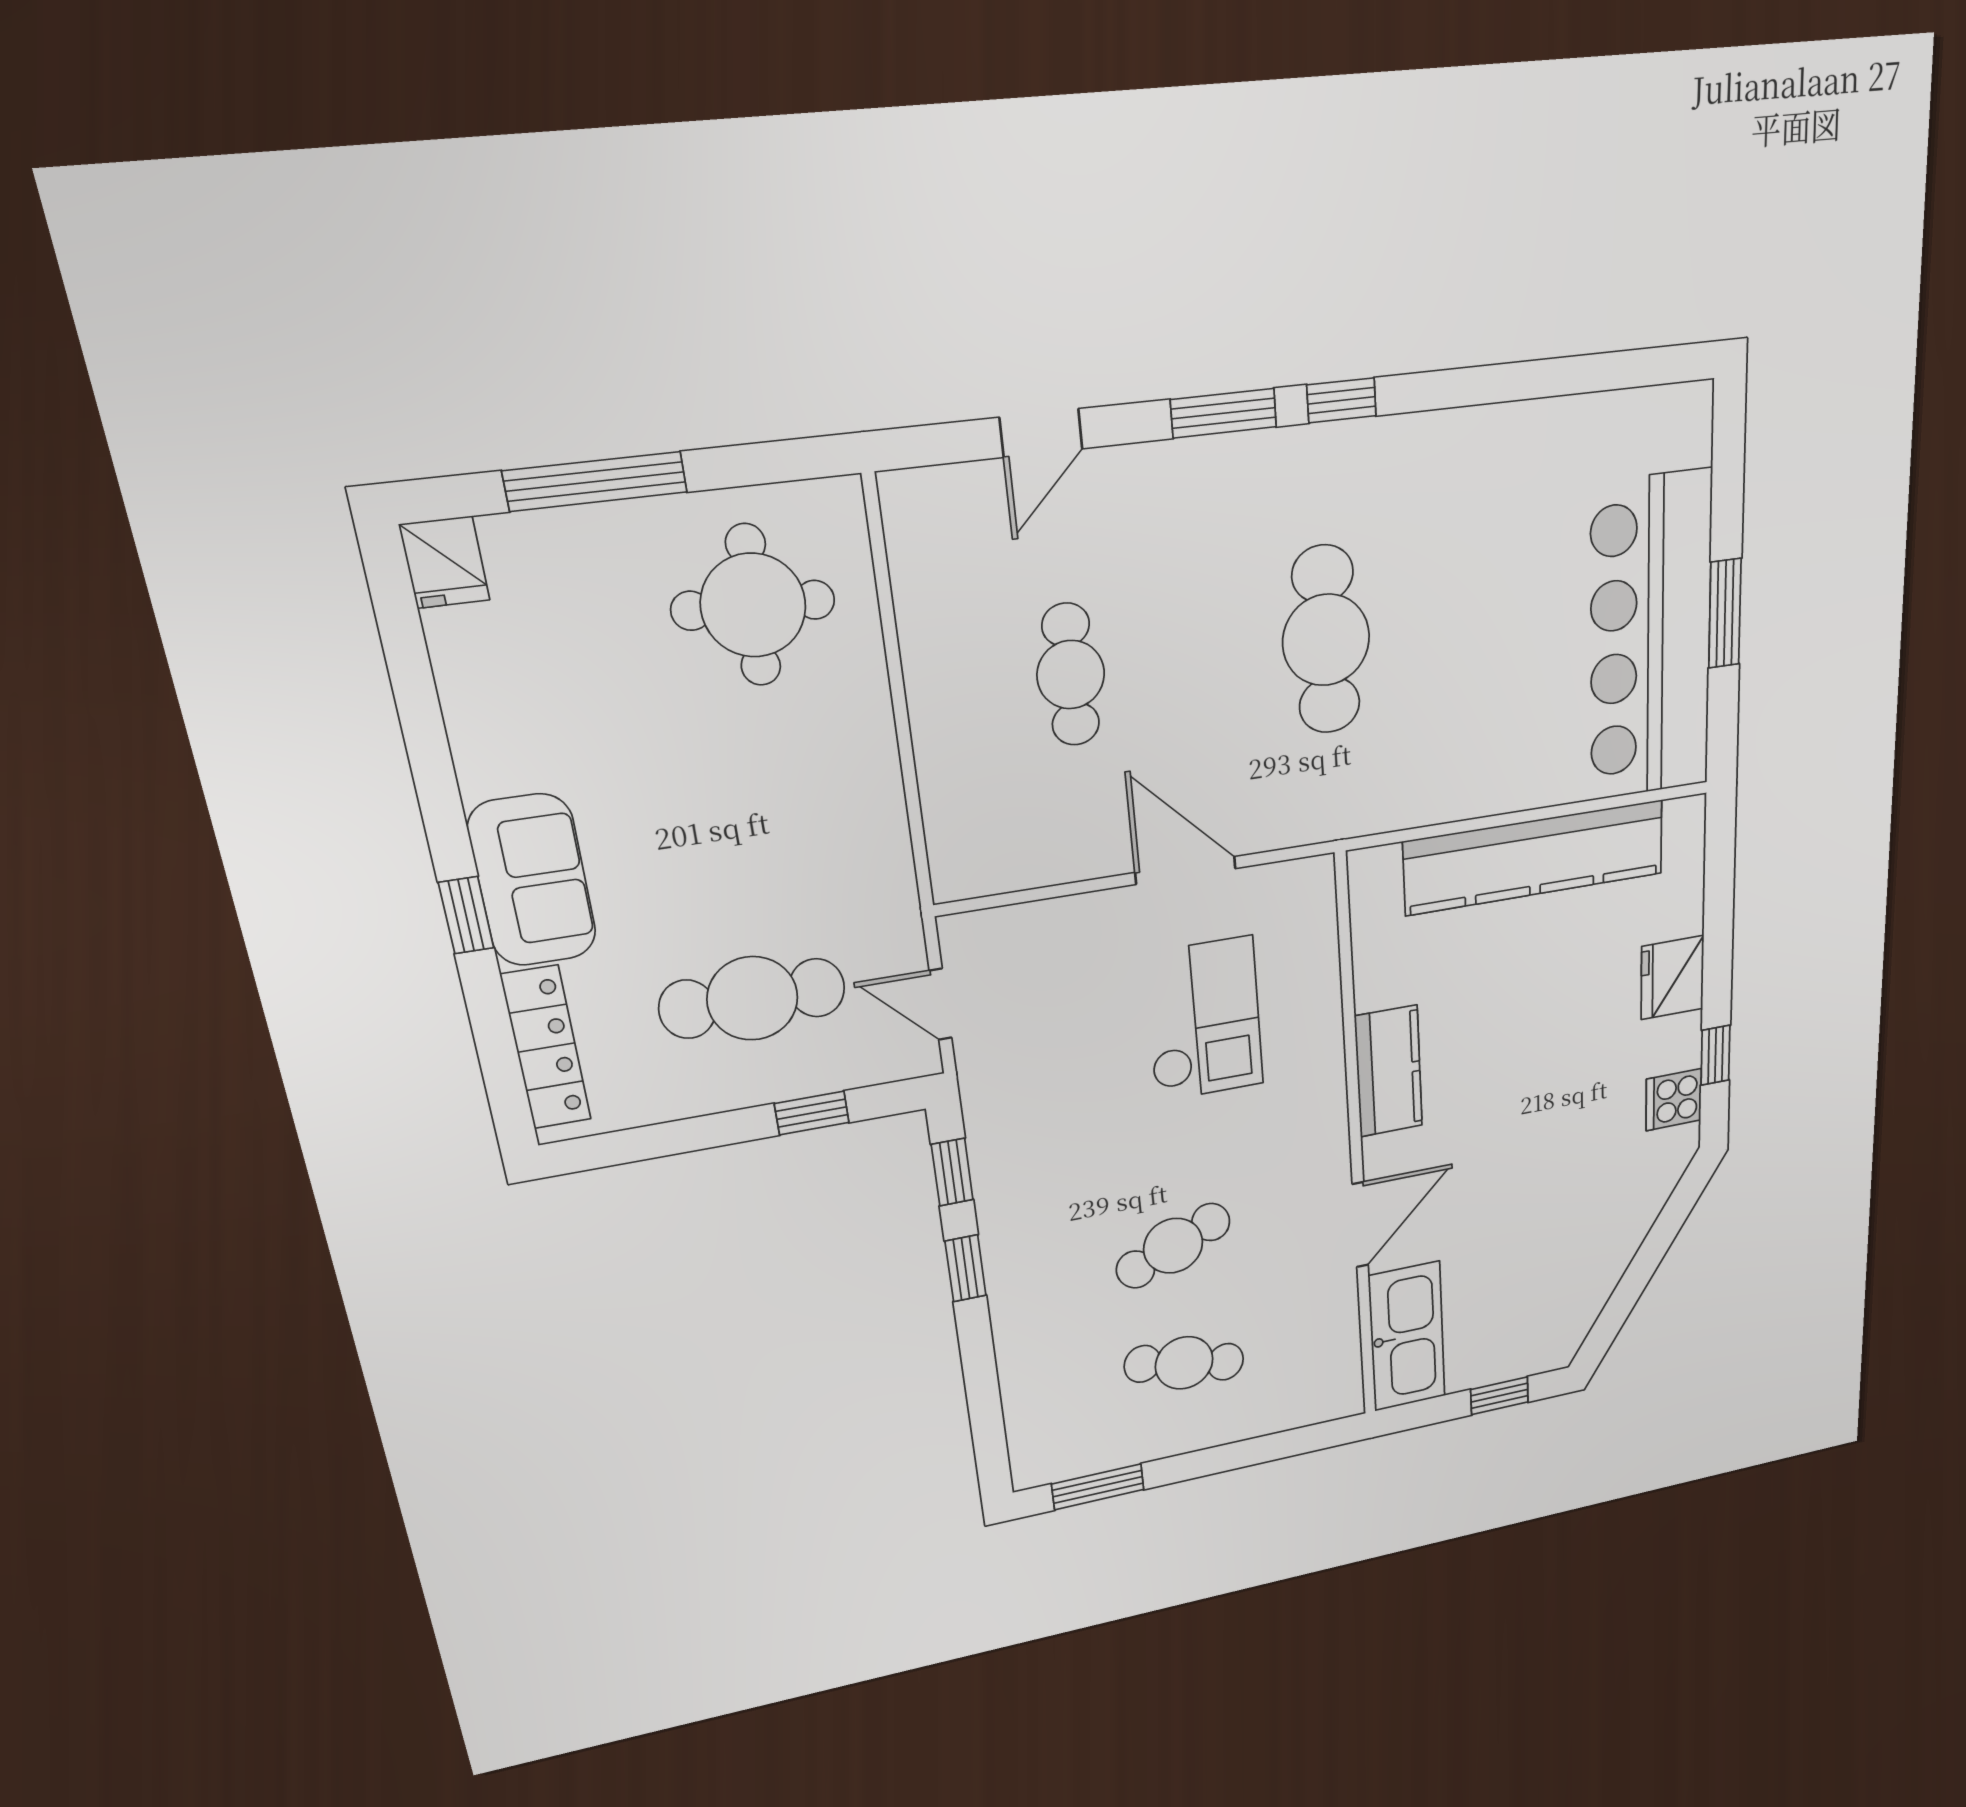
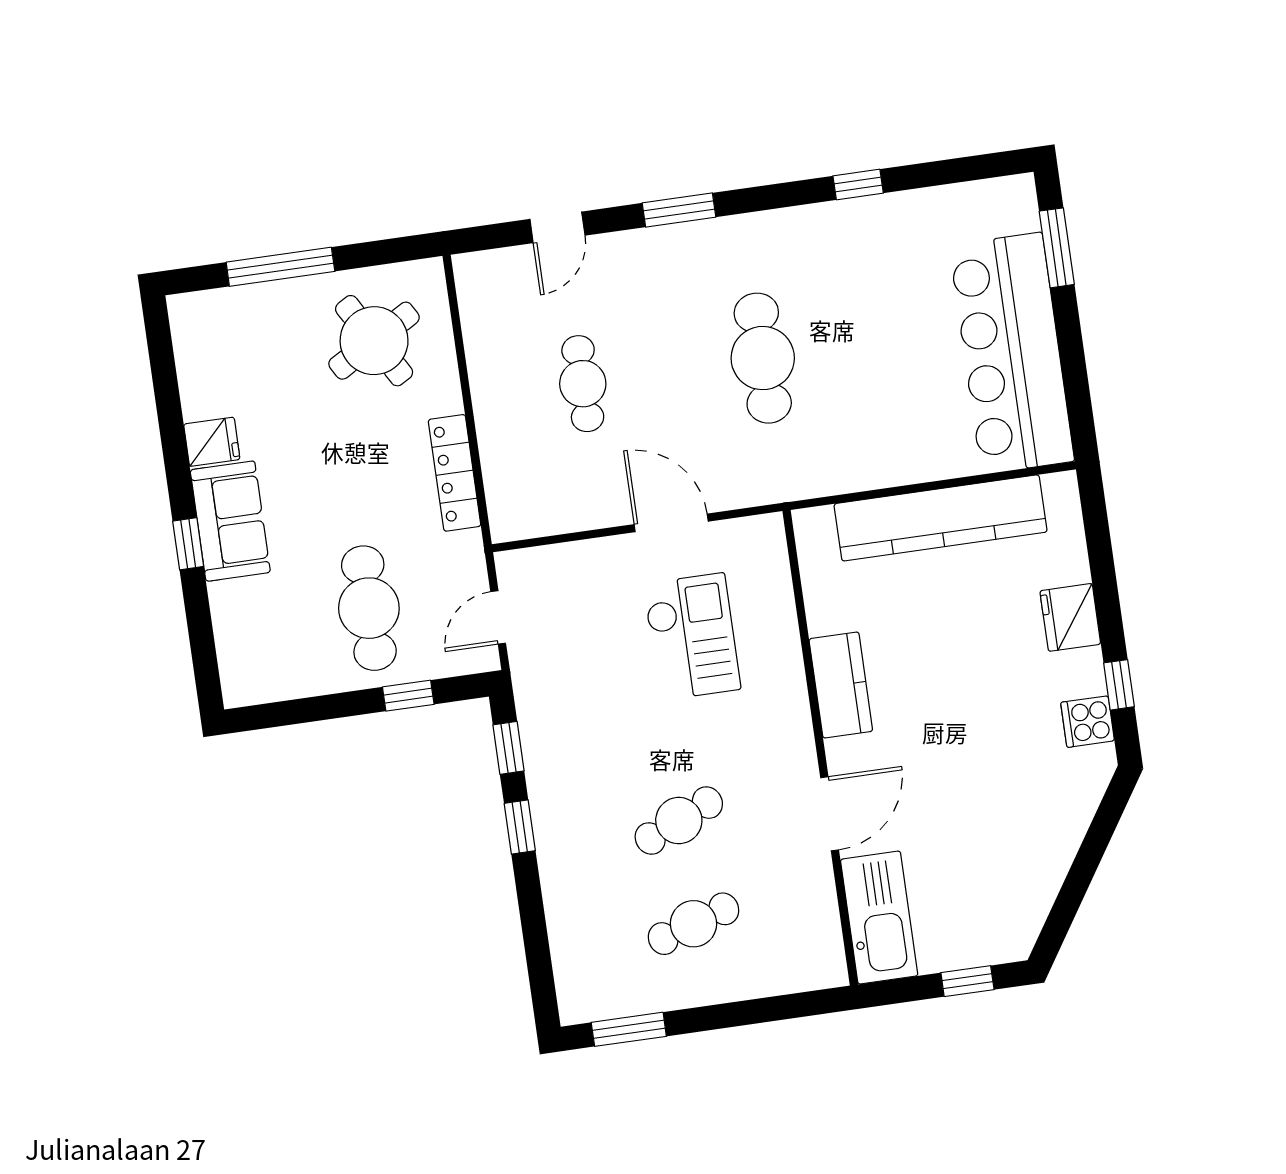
window: (1341, 400) -> (858, 184), moved
fridge: (445, 562) -> (212, 442), moved, turned -90
round table: (753, 605) -> (374, 341), turned -32
window: (1725, 613) -> (1057, 248), moved
cafe table: (752, 998) -> (369, 608), turned 90
door: (941, 1004) -> (498, 617), hinge flipped
locker: (546, 1048) -> (455, 473), moved, turned 180
cafe table: (1184, 1363) -> (694, 924), turned -30

